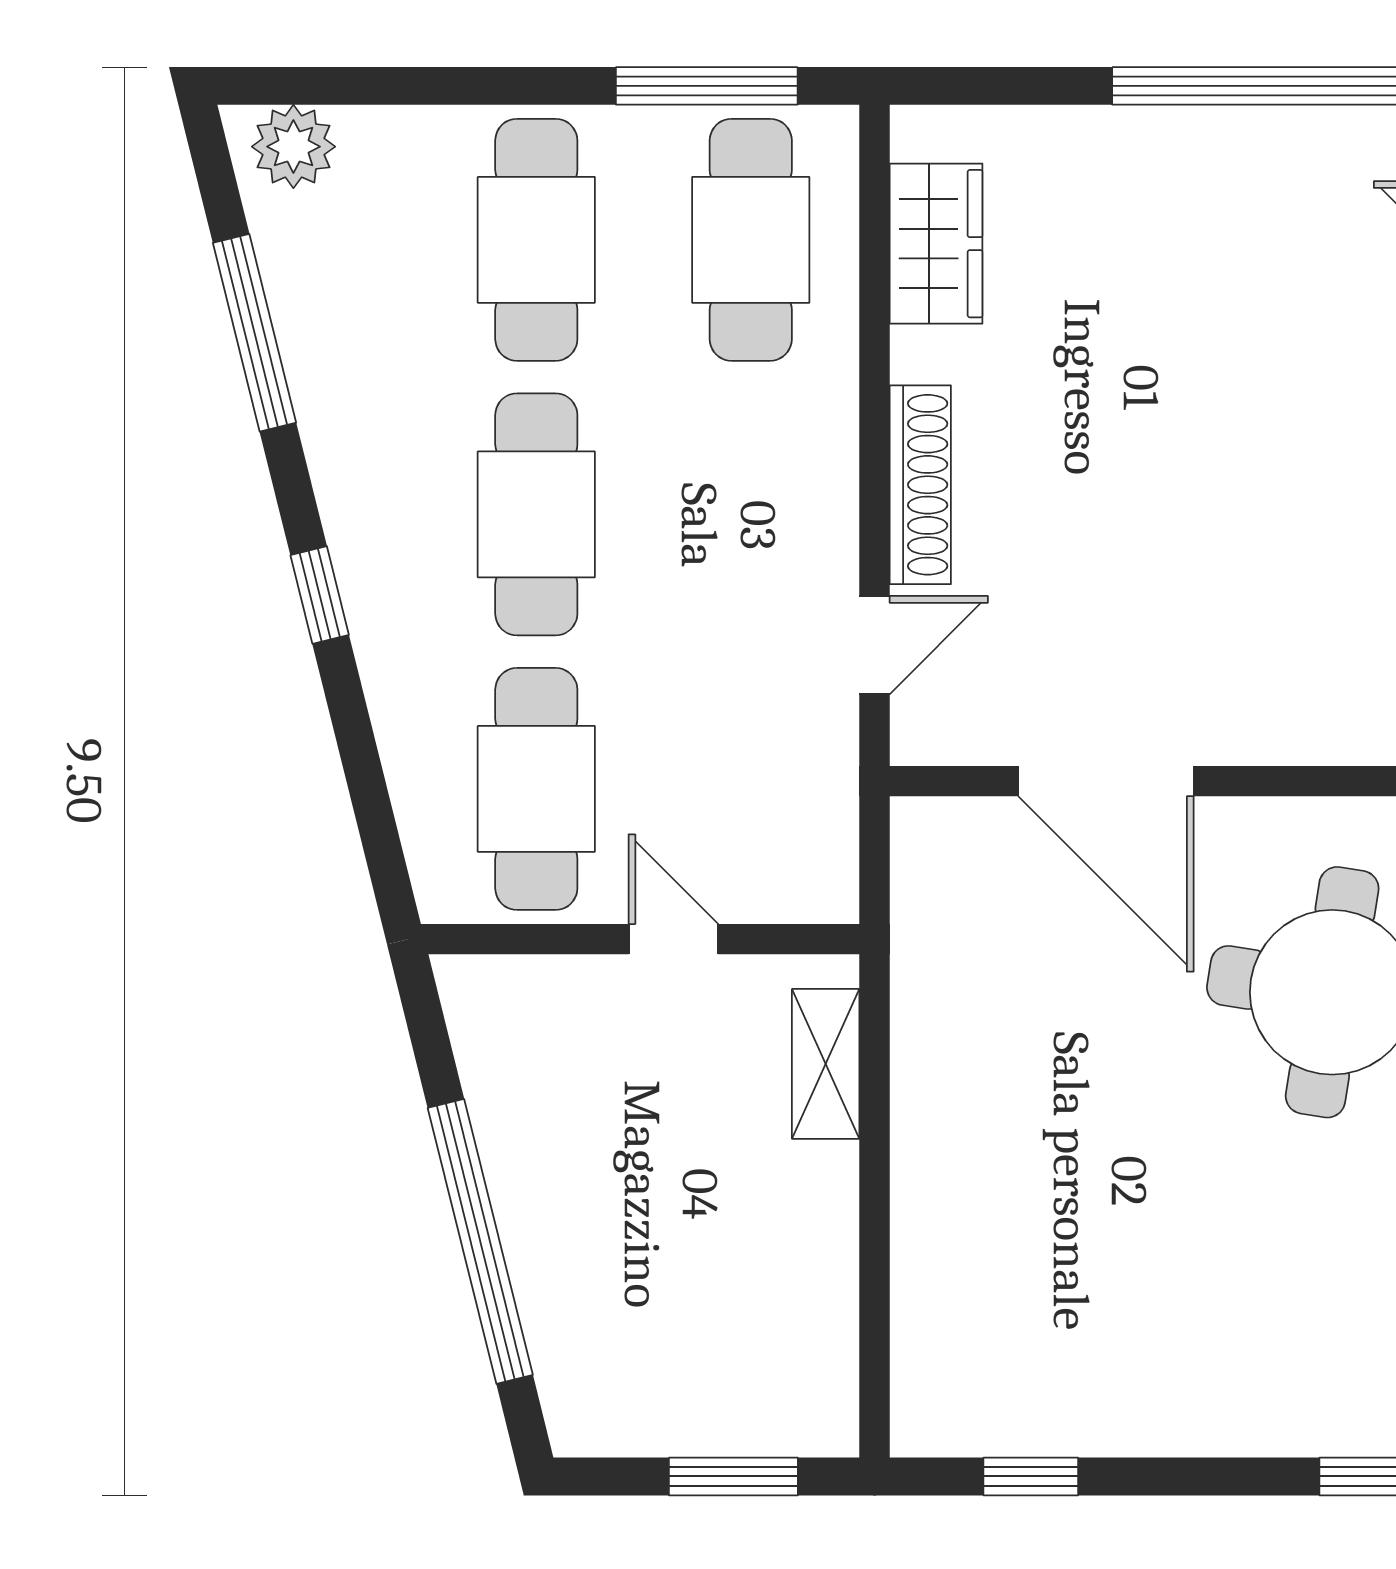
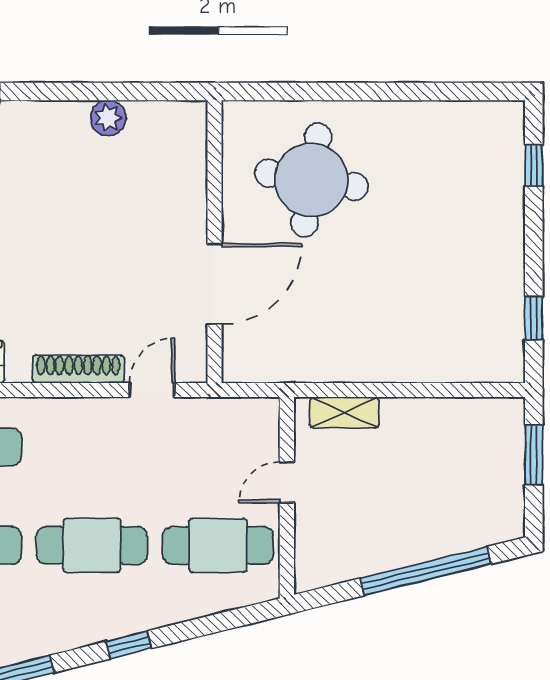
door: (875, 645) -> (152, 390), hinge flipped

